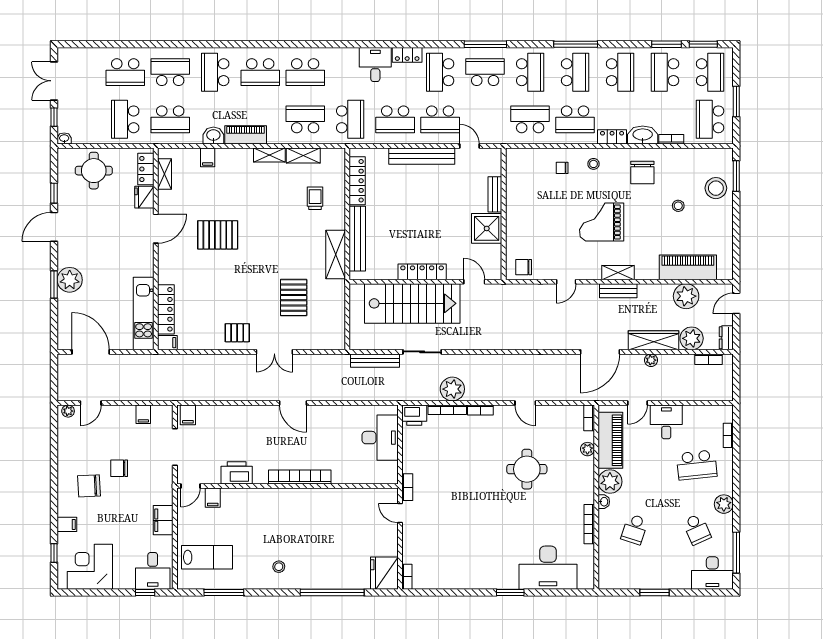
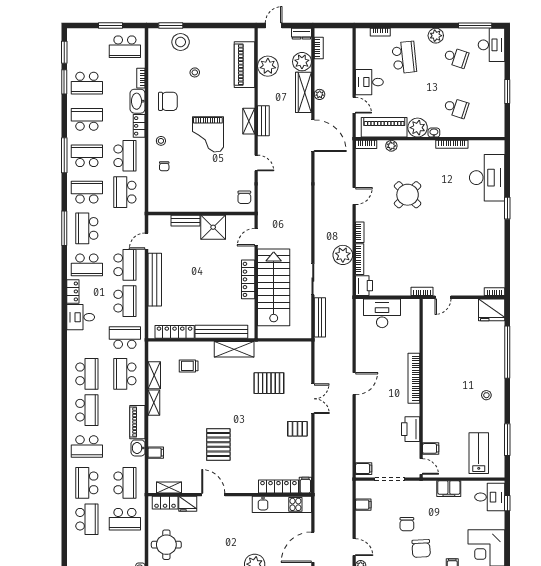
school desk: (710, 72) -> (87, 47), removed
door: (736, 303) -> (274, 25), swing flipped
pallet: (237, 333) -> (297, 429), turned 90
round table: (527, 469) -> (408, 195), turned 45
school desk: (697, 529) -> (456, 57), turned 42

